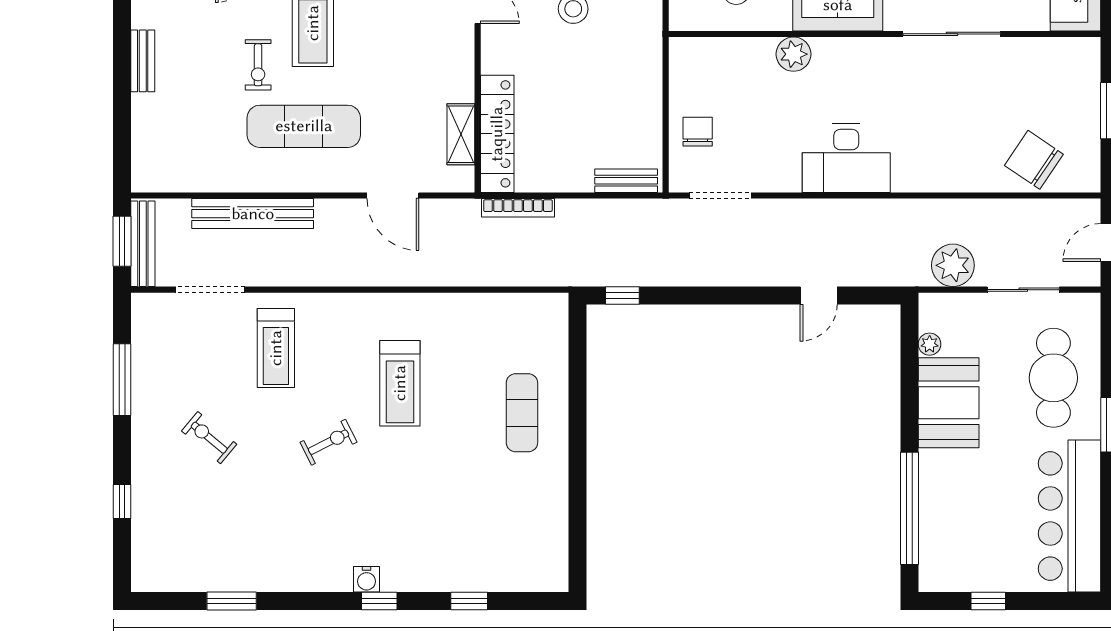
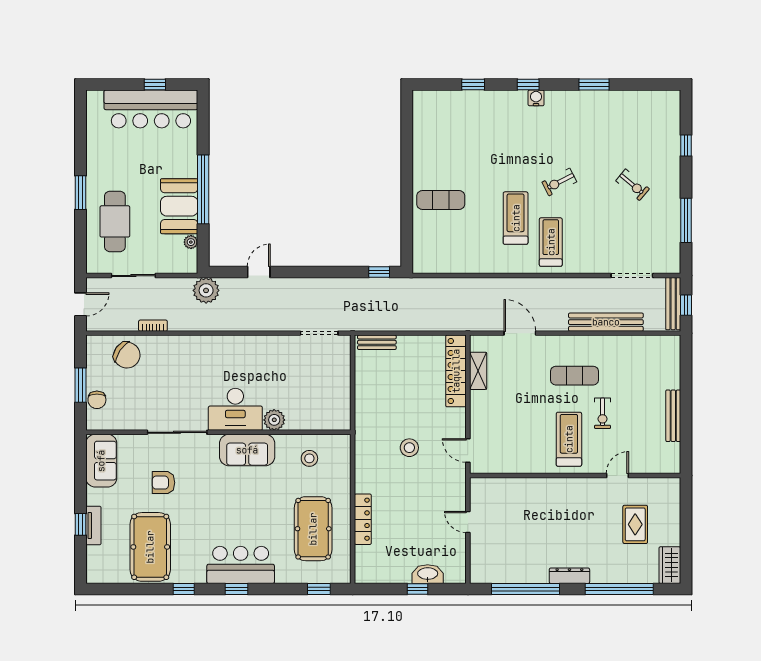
bench: (143, 61) -> (673, 416), width x1.36
exercise bike: (258, 65) -> (603, 413), turned 180
exercise mat: (304, 126) -> (575, 376), width x0.73, depth x0.69
chair: (698, 132) -> (97, 400), moved
desk: (846, 158) -> (235, 409), moved, turned 180
bookcase: (518, 208) -> (153, 326), moved, width x0.64
window: (122, 241) -> (686, 305), width x0.67
plant: (953, 265) -> (206, 290), moved
treadmill: (276, 348) -> (551, 242), moved
exercise mat: (522, 413) -> (441, 200), turned 90
window: (910, 508) -> (203, 189), moved
bar counter: (1069, 516) -> (151, 109), moved, turned 90
window: (232, 601) -> (594, 85), moved

